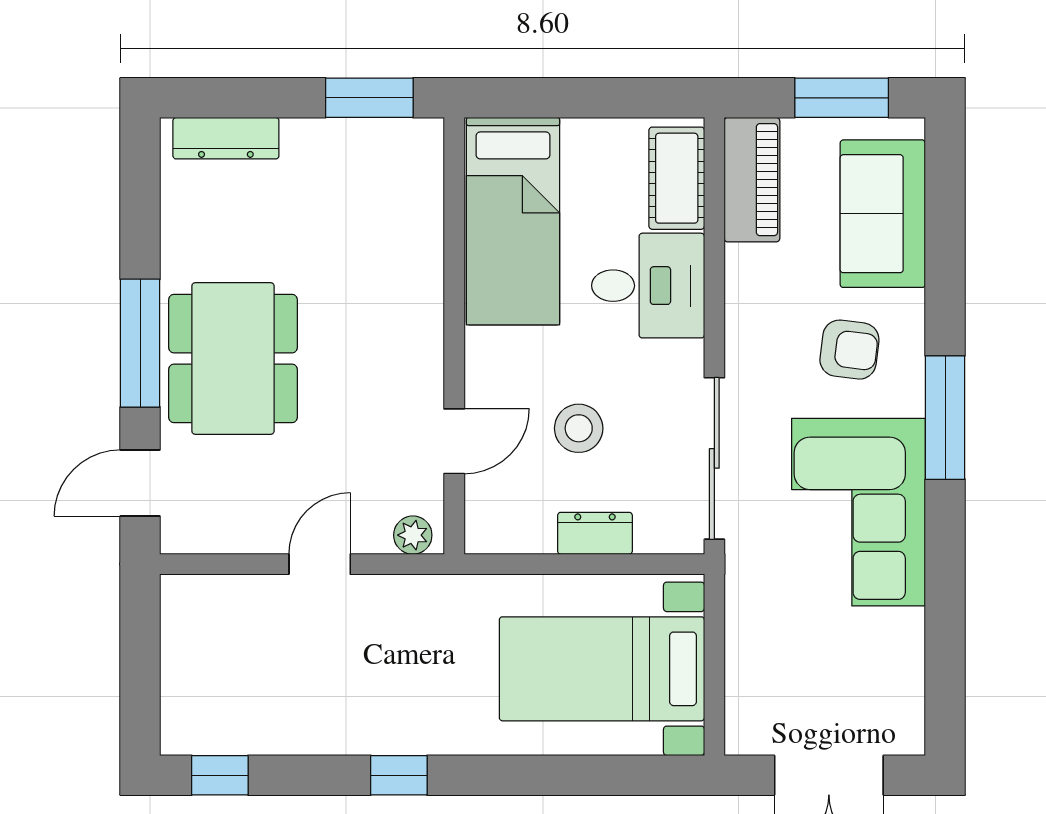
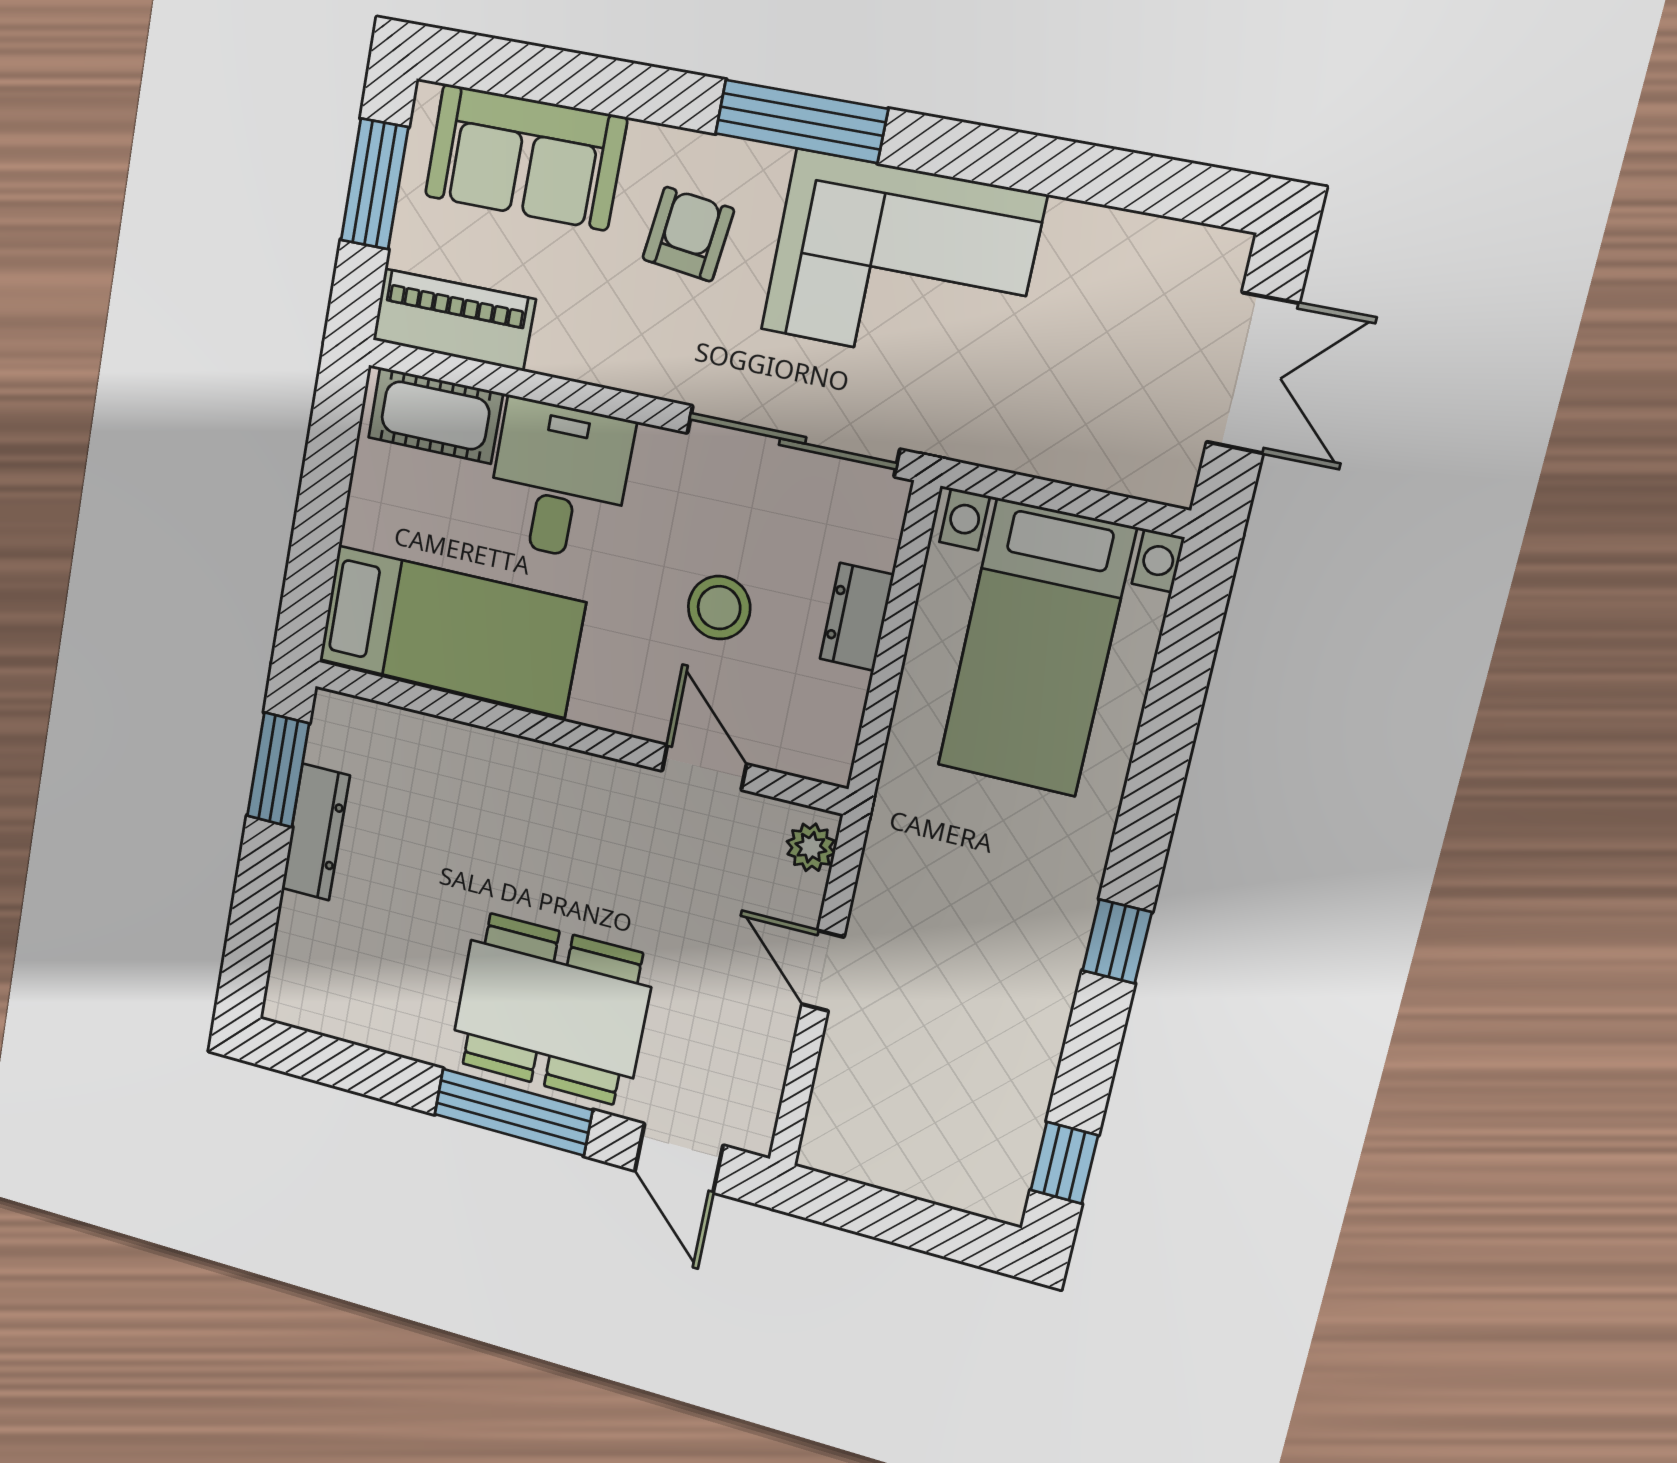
dresser: (226, 138) -> (316, 832), moved

